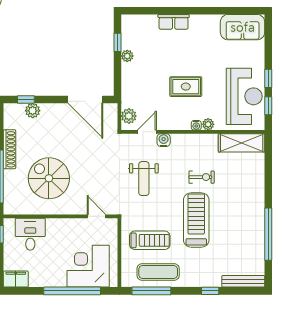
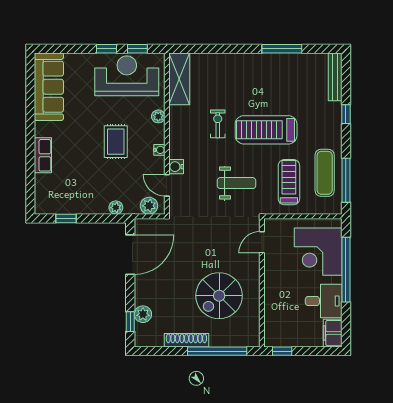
sofa: (243, 27) -> (49, 87), width x1.36
plant: (127, 56) -> (116, 208), moved
water cooler: (196, 125) -> (159, 150), moved
weight bench: (144, 179) -> (236, 183), moved
desk: (30, 234) -> (324, 301), moved, turned 180
window: (268, 234) -> (282, 49), width x0.68

